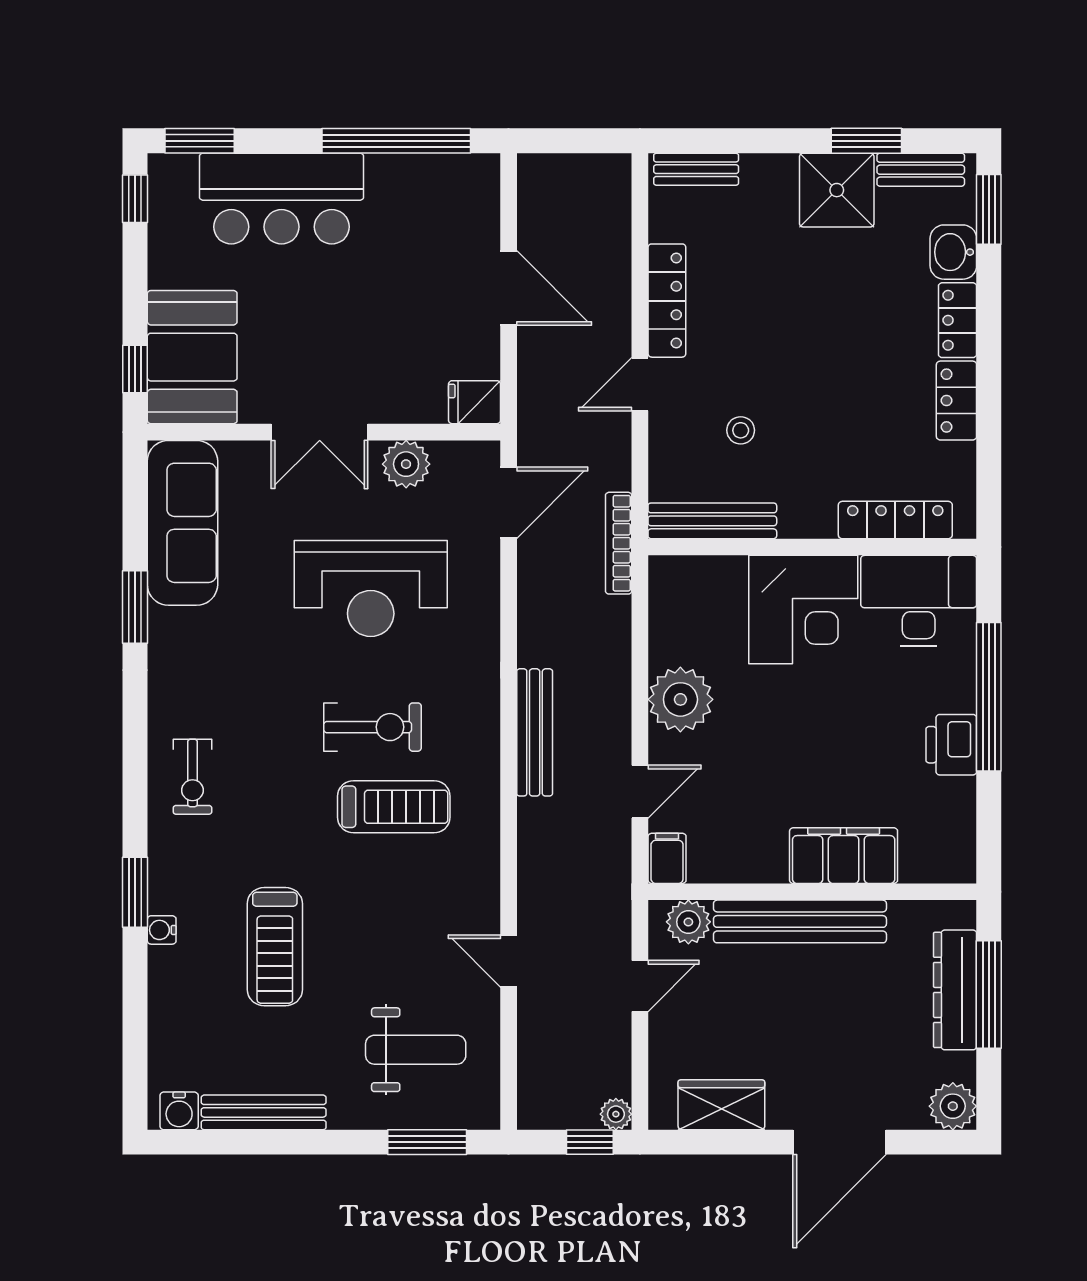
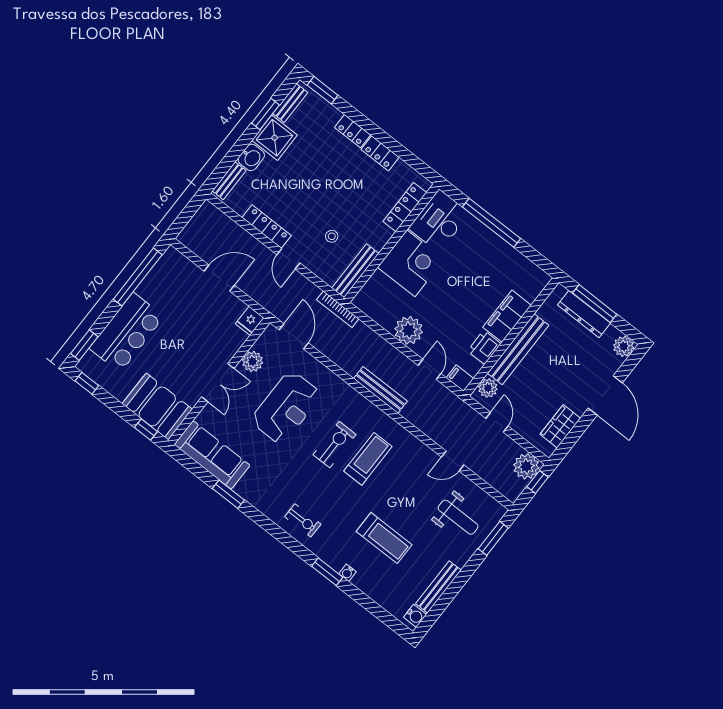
washbasin: (953, 252) -> (251, 157), moved, turned -90
printer: (951, 745) -> (484, 347), moved, turned 90
weight bench: (416, 1050) -> (458, 517), turned 90
plant: (616, 1114) -> (526, 466), width x1.87, depth x1.87

